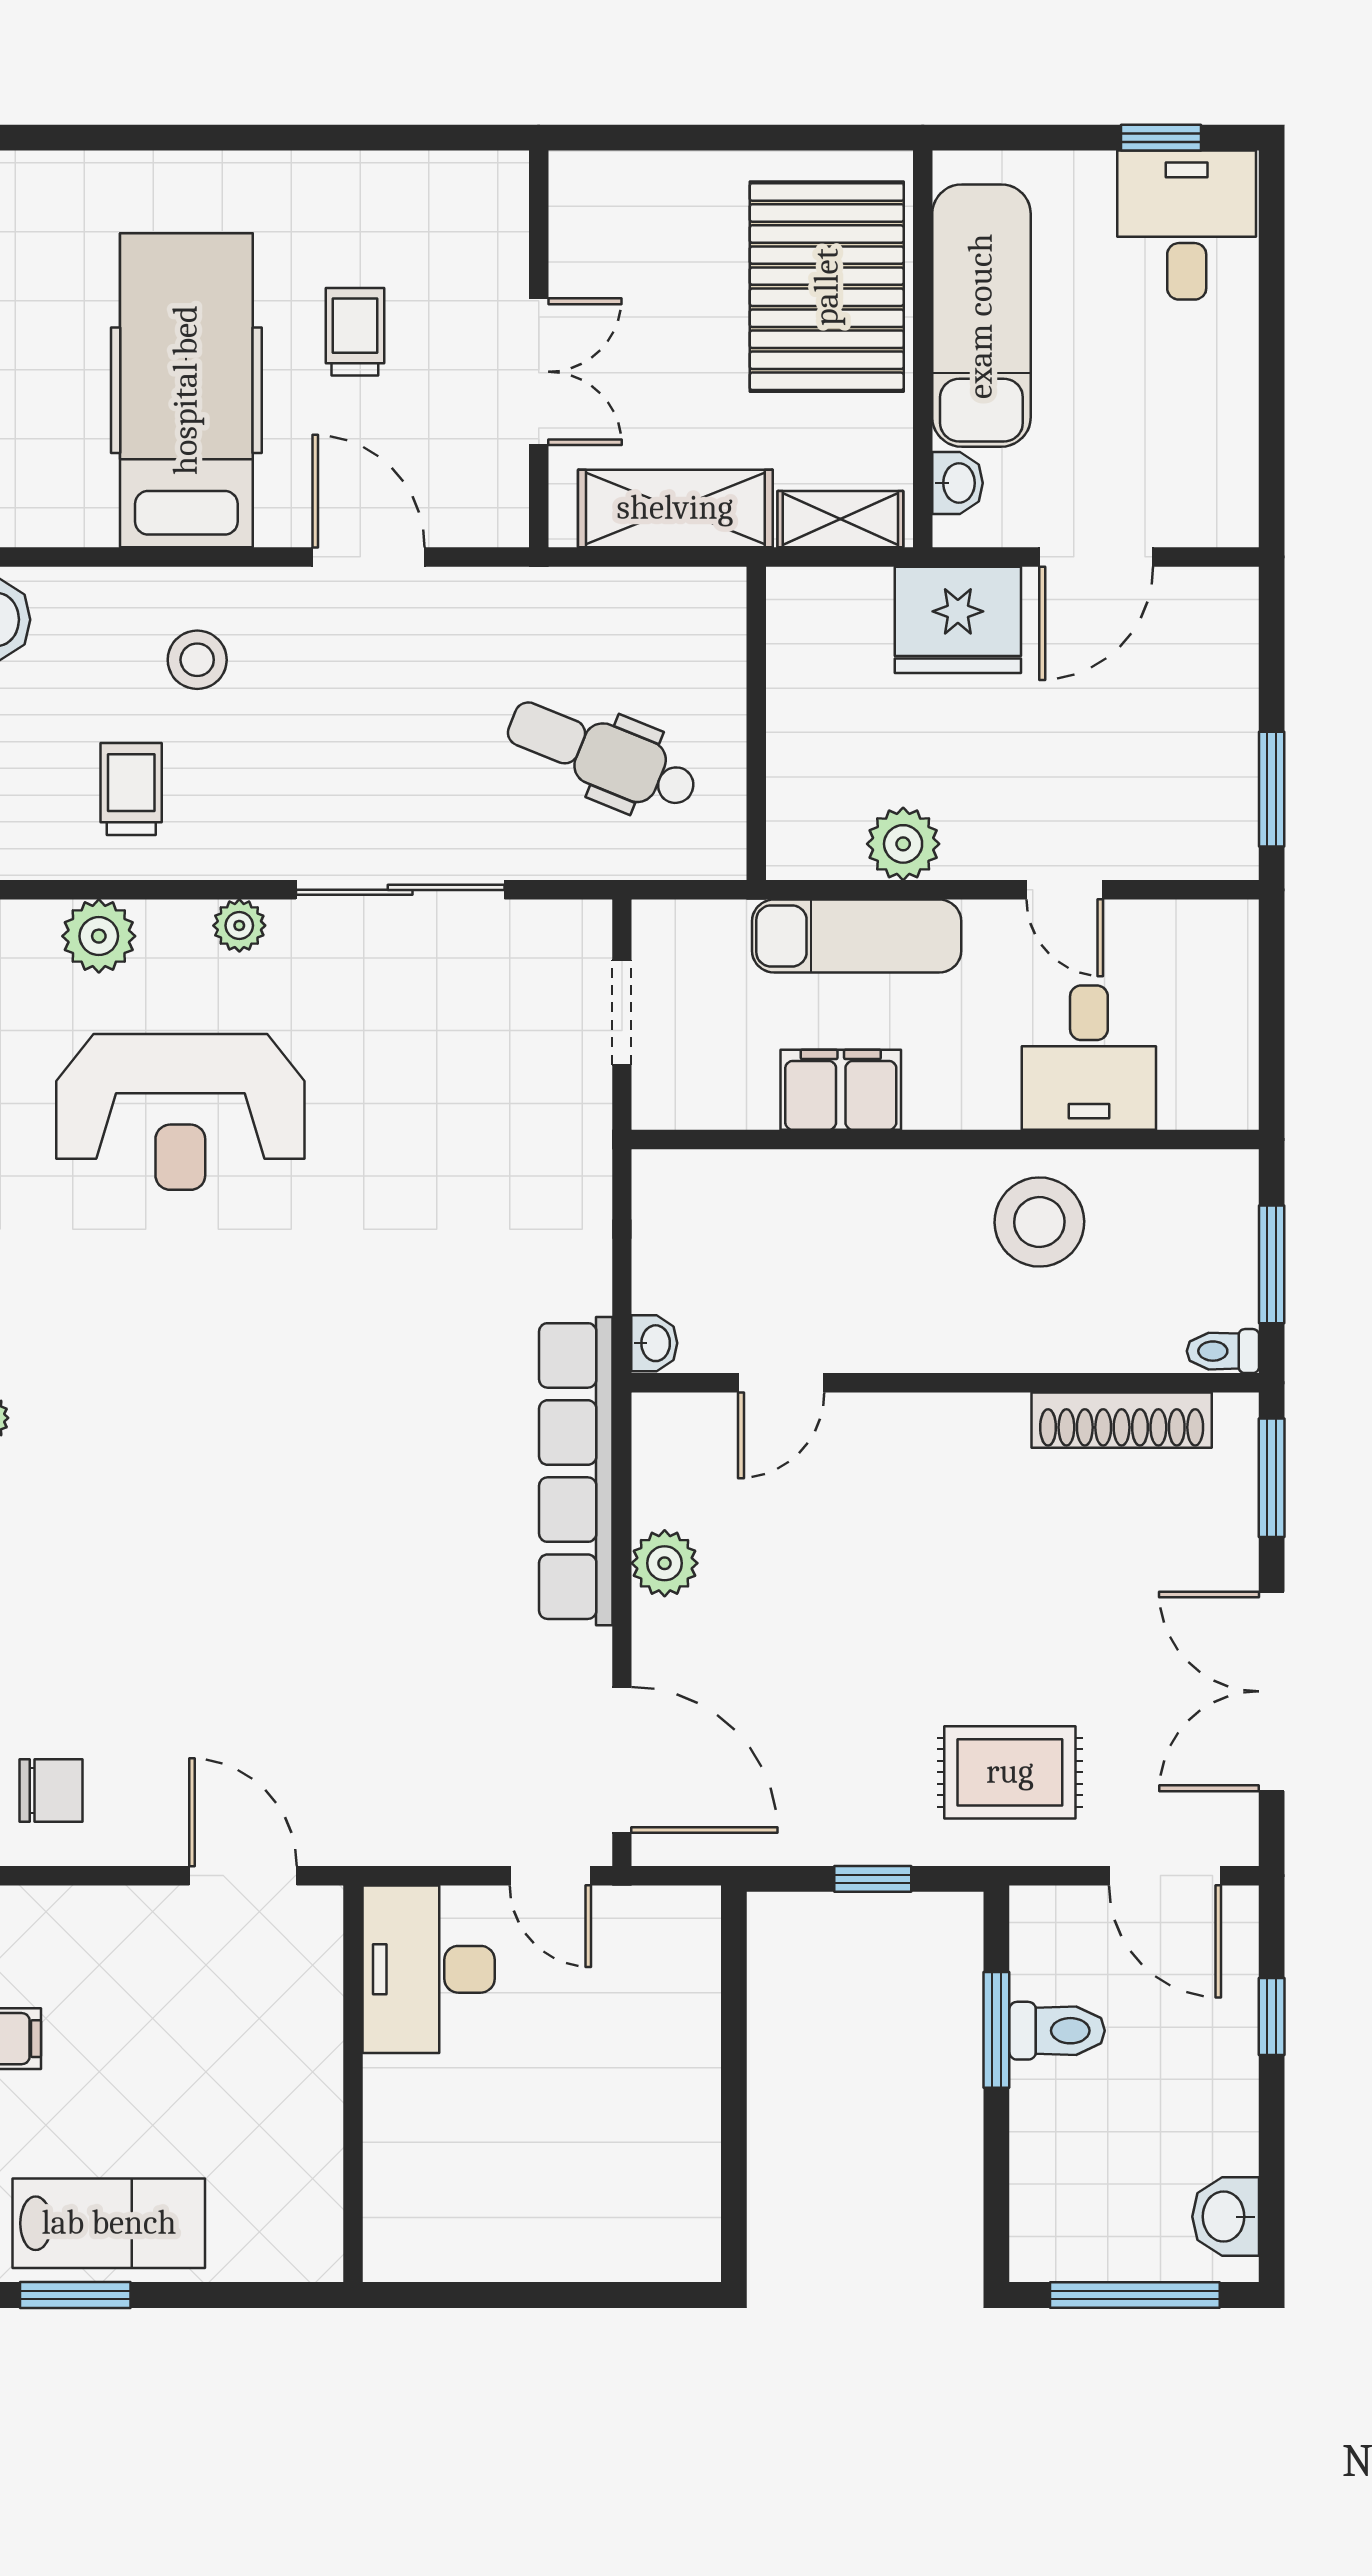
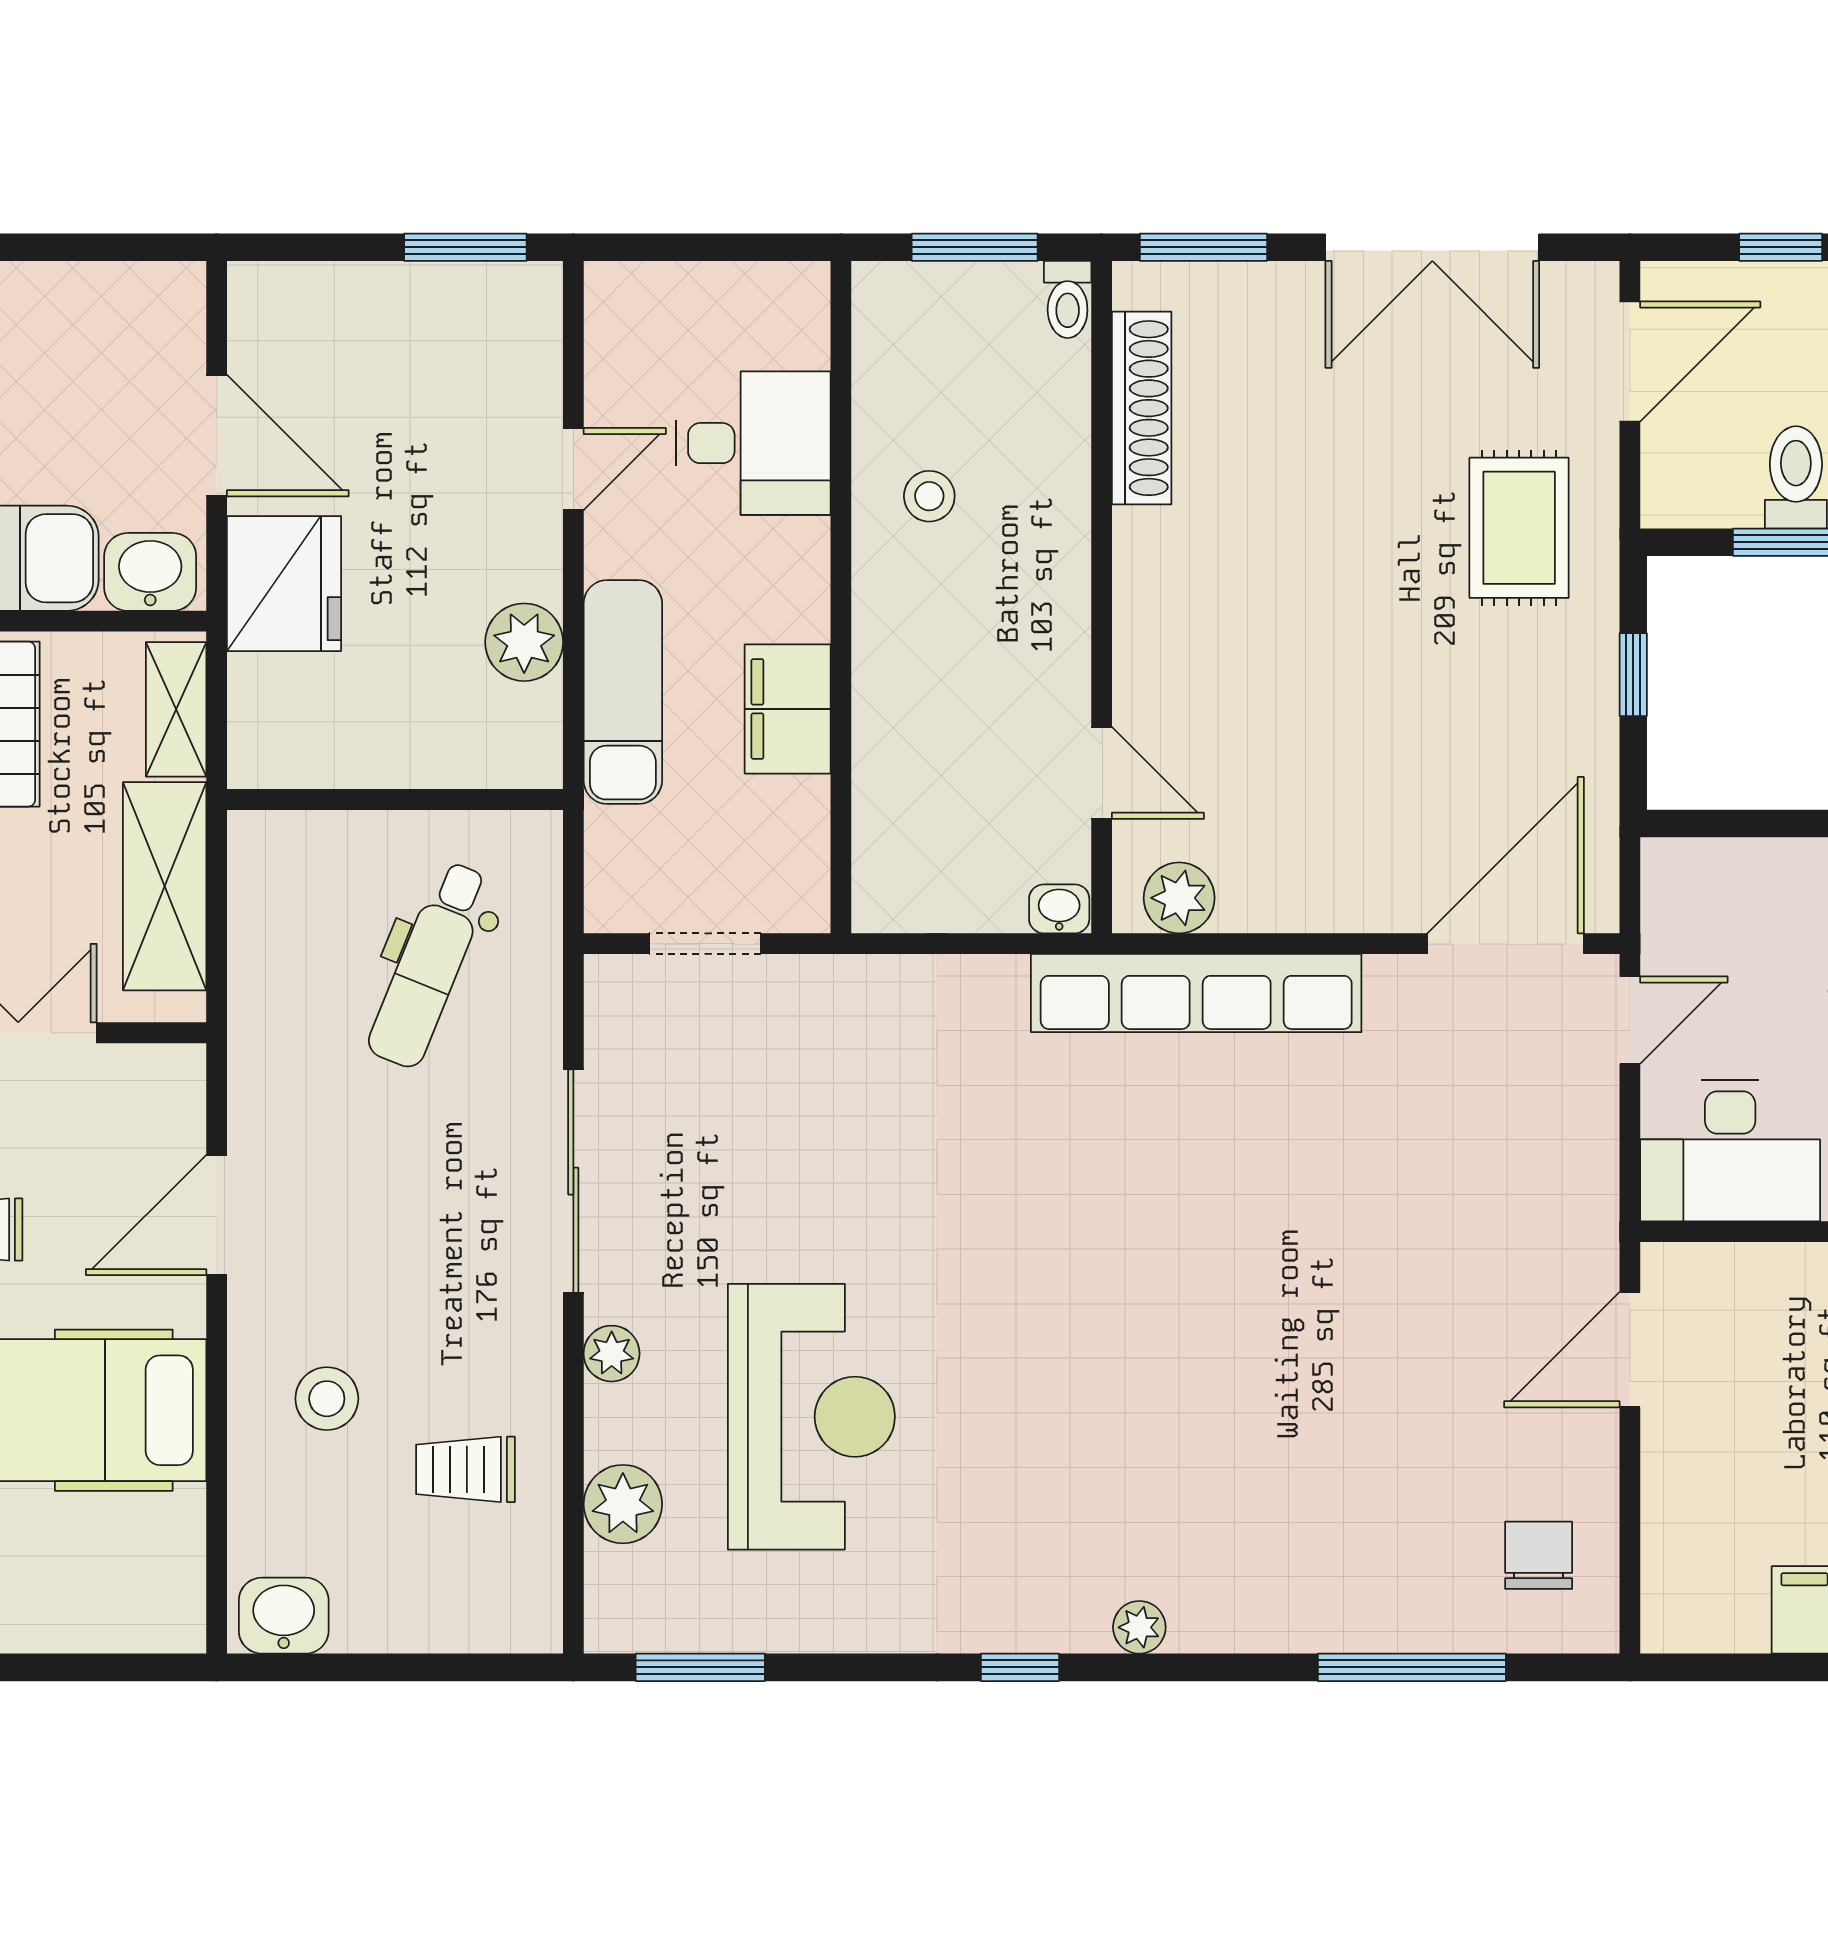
washbasin: (957, 483) -> (150, 572), width x1.38, depth x1.45
stool: (1039, 1222) -> (929, 496), width x0.53, depth x0.53
plant: (665, 1563) -> (1179, 898), moved

